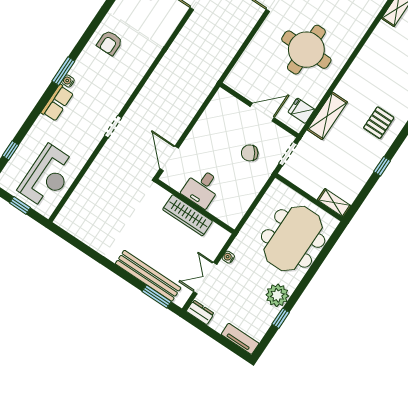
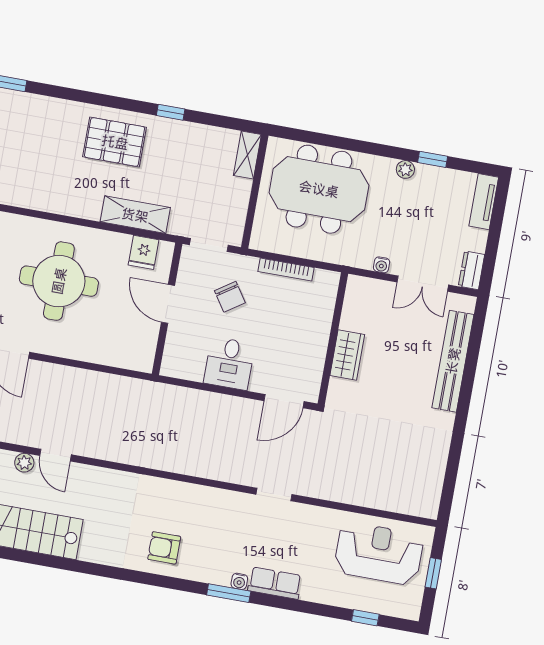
armchair: (110, 43) -> (164, 548), turned 180
pallet: (379, 123) -> (115, 142), width x1.50, depth x1.42
desk: (202, 188) -> (229, 363), moved, turned 90
bookcase: (251, 196) -> (286, 270), added
wardrobe: (188, 215) -> (347, 355), width x0.67
plant: (277, 295) -> (405, 169), width x0.53, depth x0.53
window: (157, 296) -> (476, 338), removed

